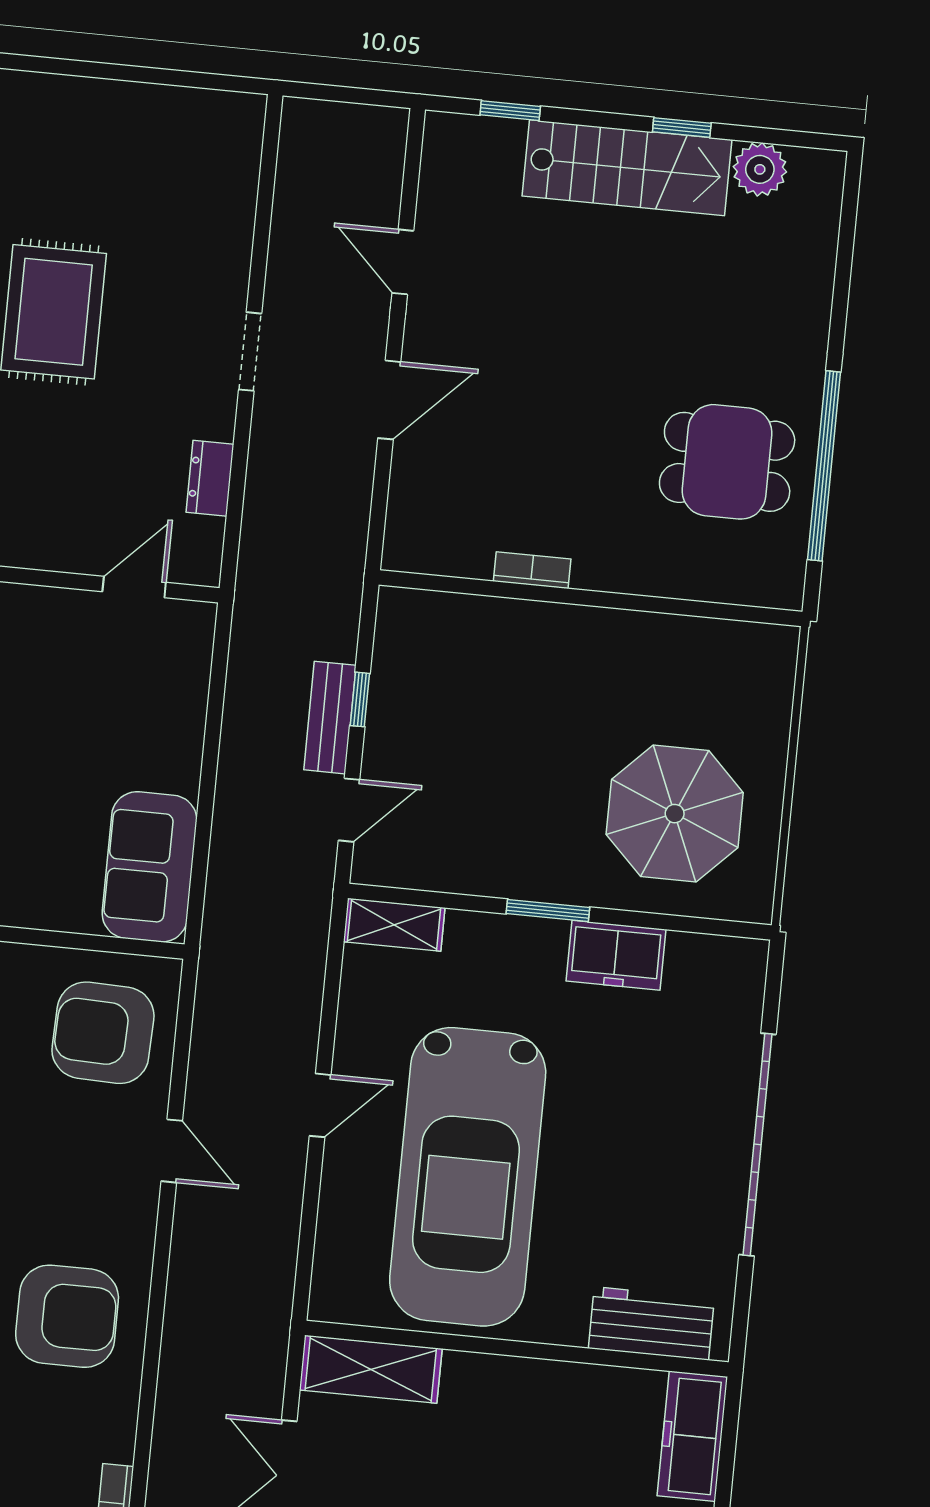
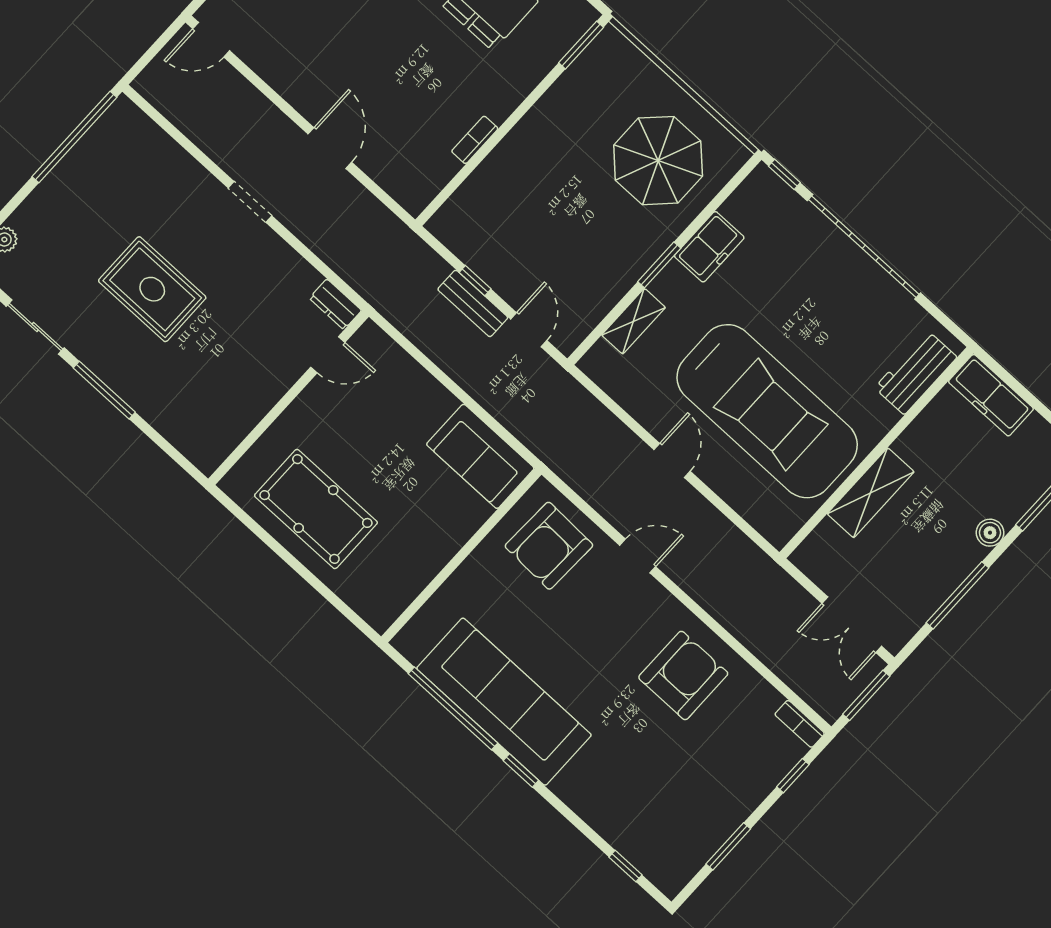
window: (169, 77) -> (74, 137), added
door: (403, 262) -> (211, 40), moved
dresser: (210, 478) -> (335, 304), moved
door: (134, 587) -> (328, 355), swing flipped
window: (746, 613) -> (581, 45), added
shelving: (394, 925) -> (634, 321), moved
window: (774, 981) -> (784, 174), added
shelving: (371, 1369) -> (871, 493), moved

